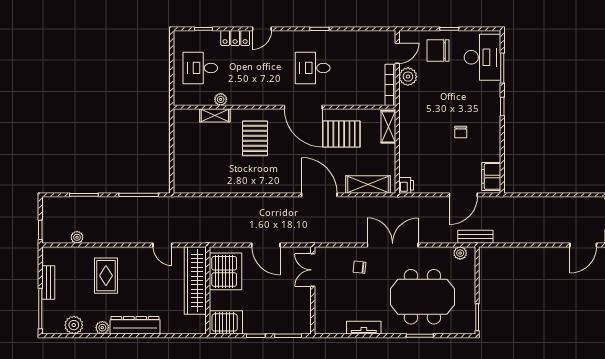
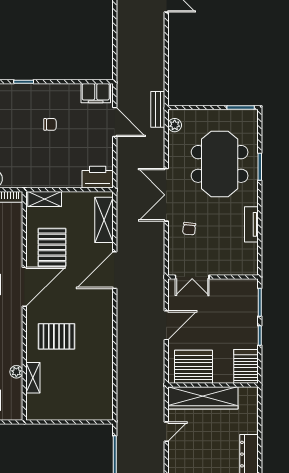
printer: (406, 185) -> (98, 177), width x1.87, depth x1.48

